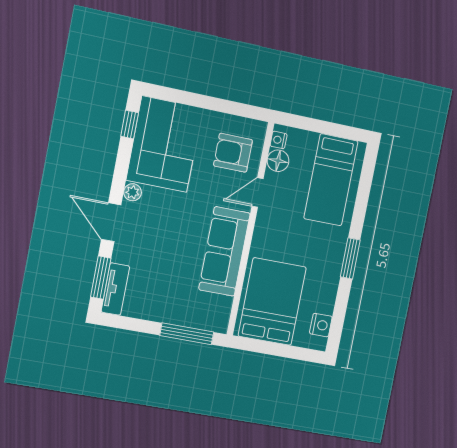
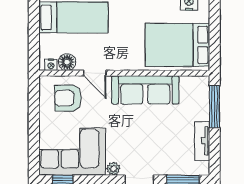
armchair: (233, 153) -> (68, 98), turned 89
tv unit: (115, 289) -> (202, 141), moved, turned -90

